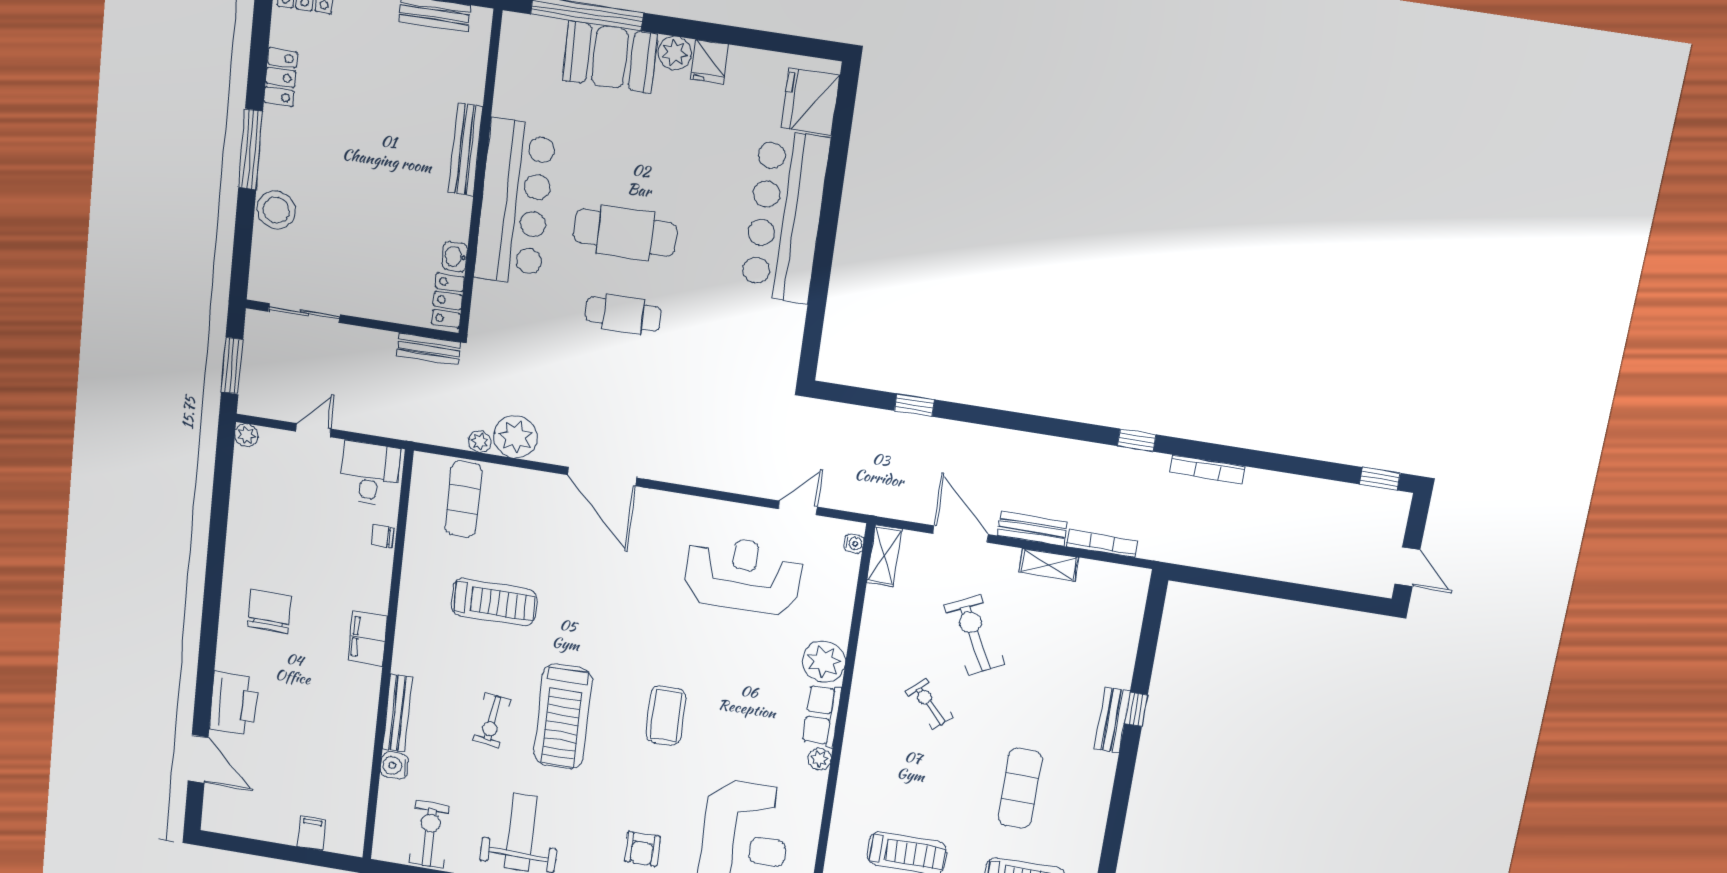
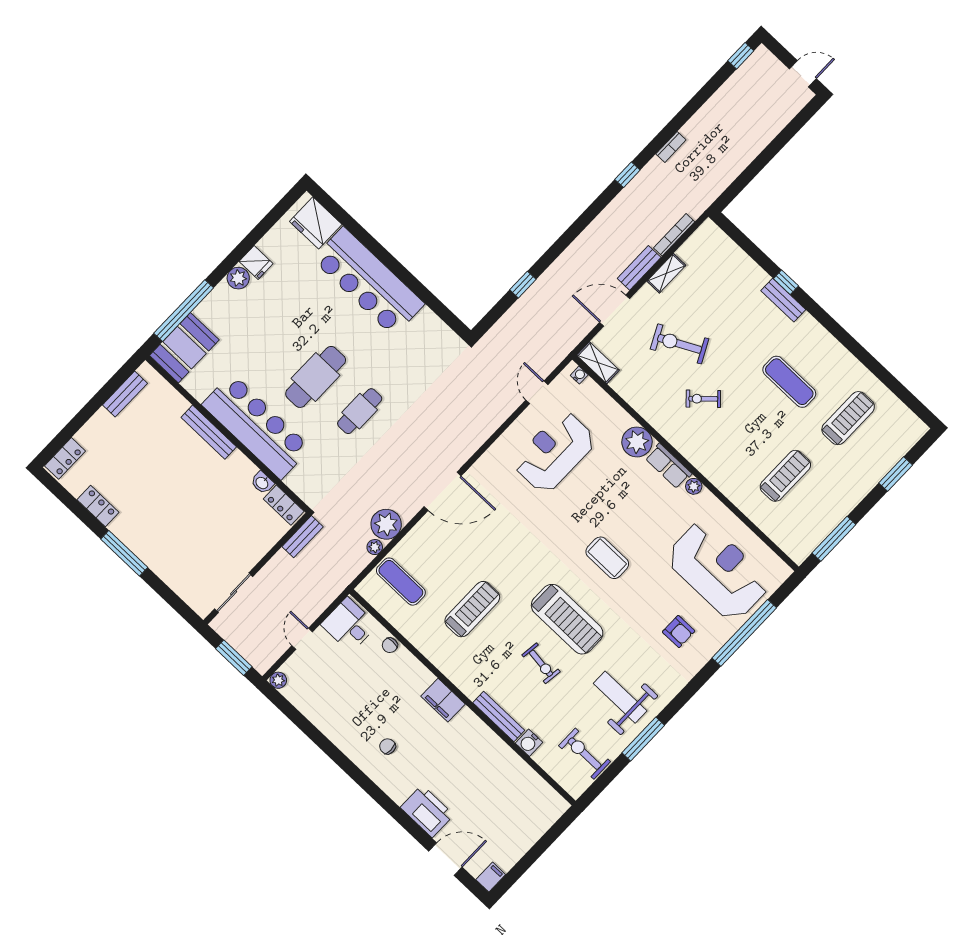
booth: (610, 57) -> (184, 348), moved
stool: (276, 210) -> (167, 564), removed
bookcase: (1207, 469) -> (671, 147), width x0.64
chair: (269, 611) -> (388, 746), width x0.54, depth x0.54
filing cabinet: (312, 833) -> (491, 877), moved, turned 90

